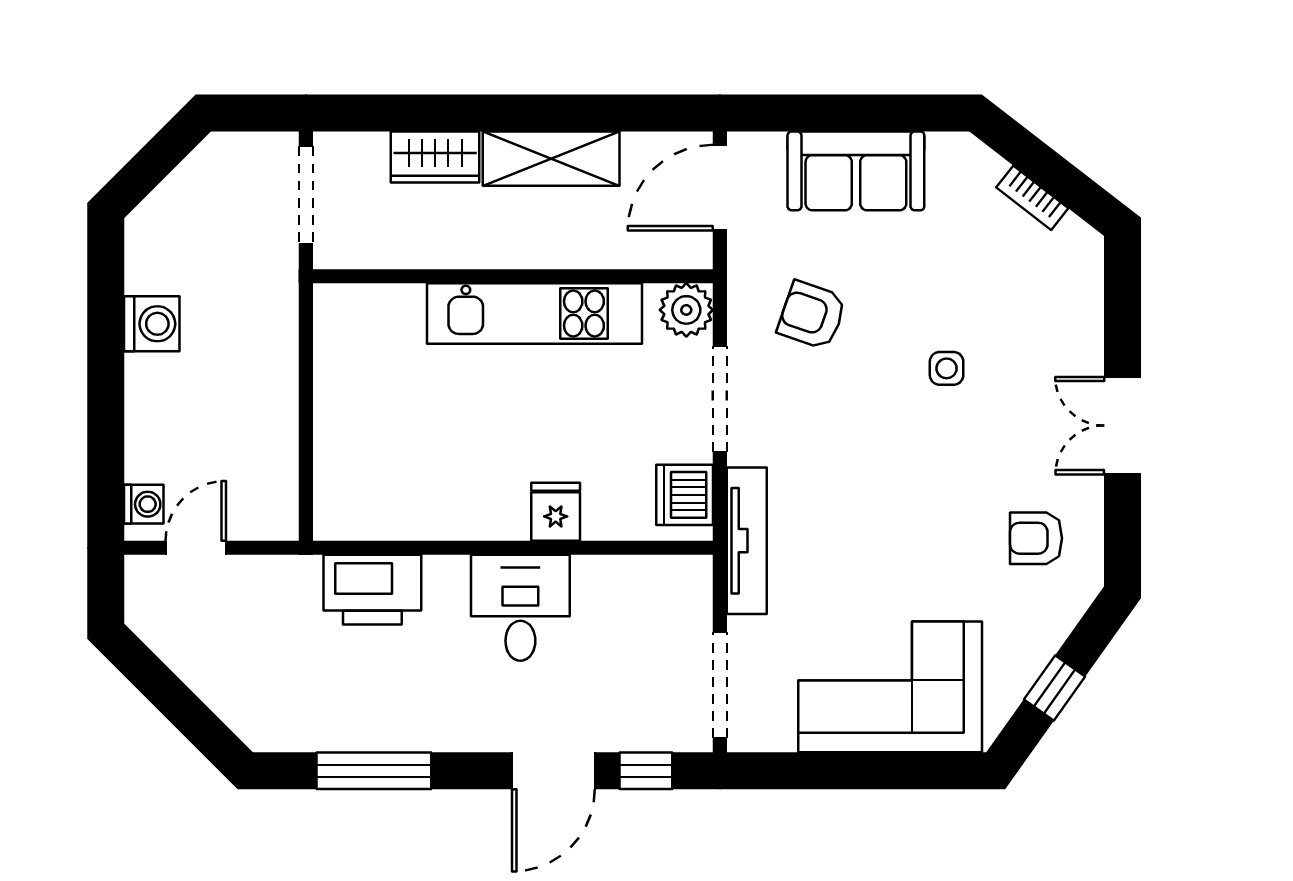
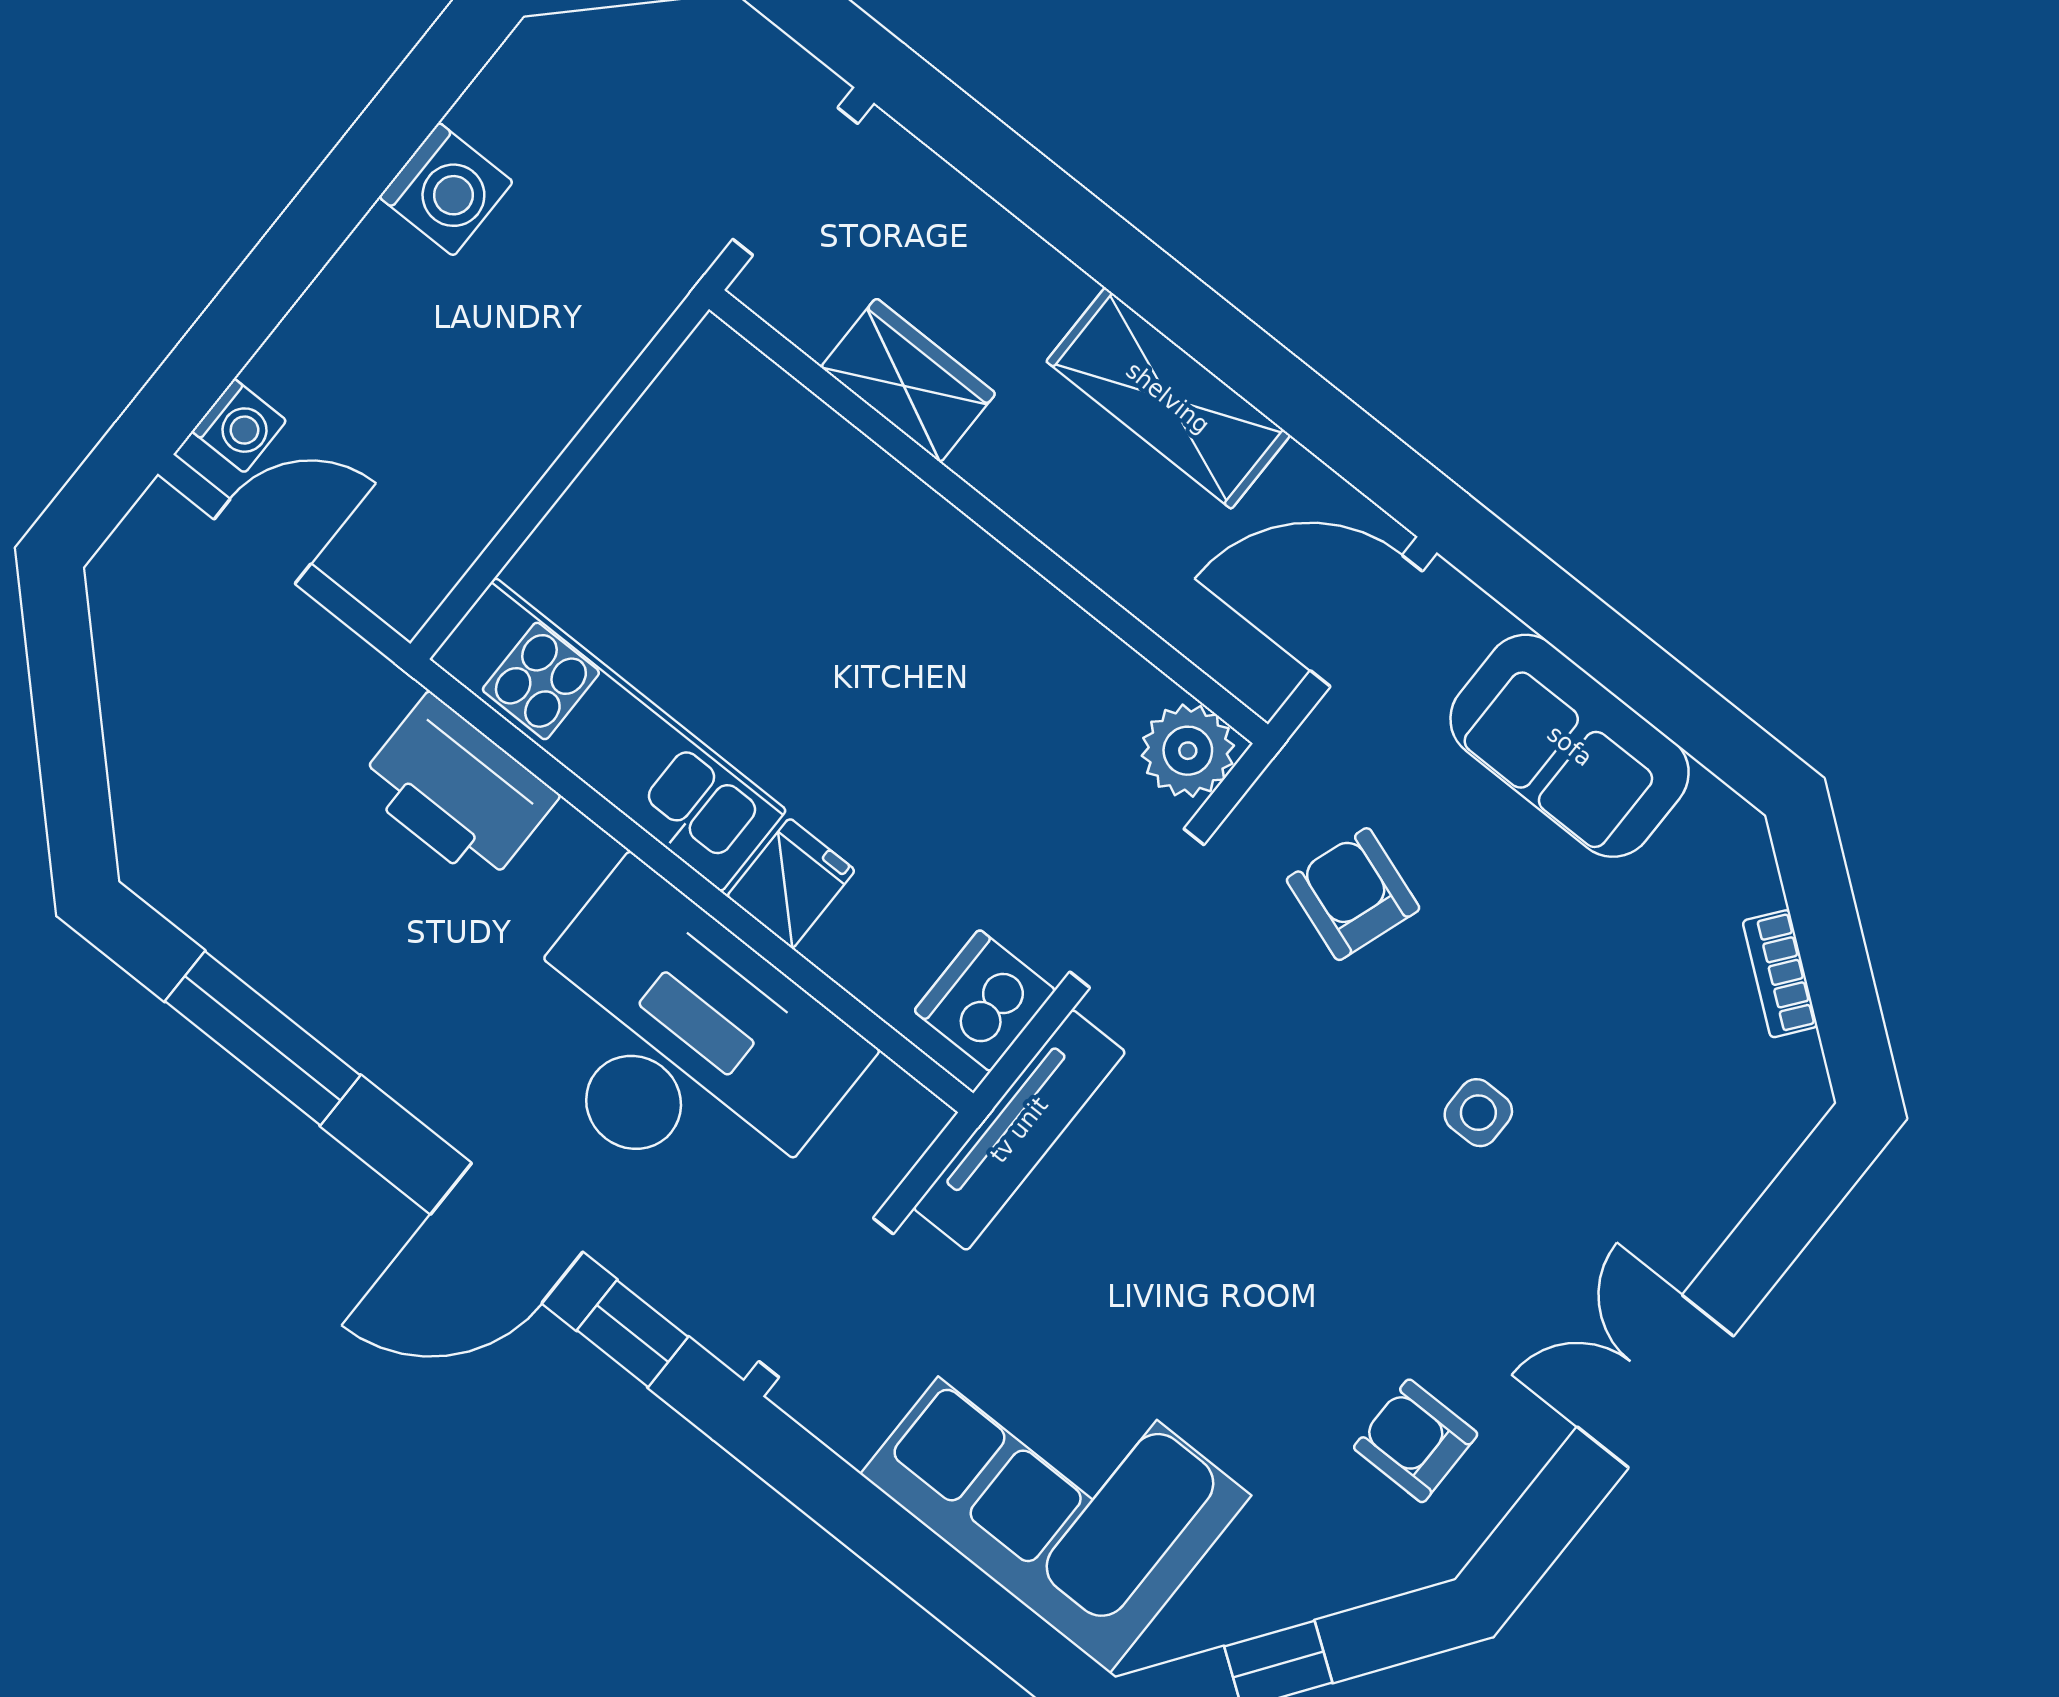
wardrobe: (435, 157) -> (908, 380), moved, turned 180
kitchen unit: (535, 313) -> (608, 735), moved, turned 180
desk: (520, 608) -> (680, 1044), width x1.87, depth x1.30

